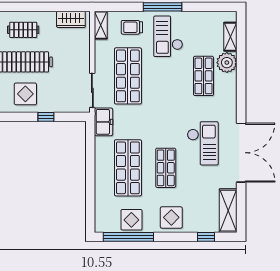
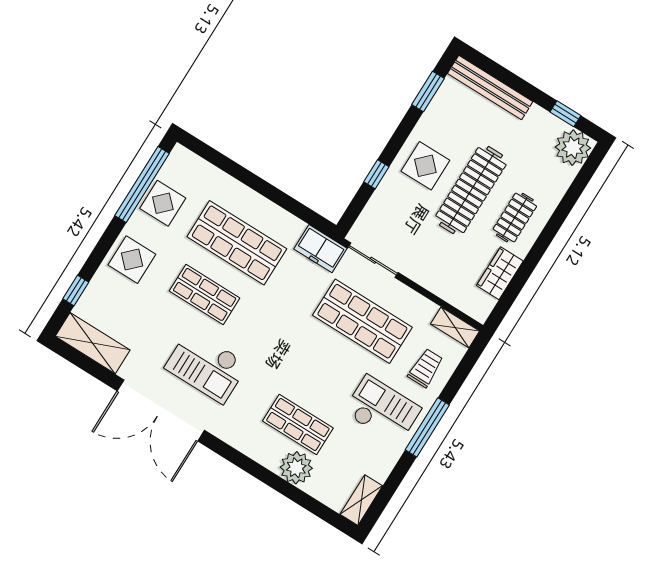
wardrobe: (71, 19) -> (500, 273), moved
shelving: (230, 37) -> (361, 500), moved, turned 90

